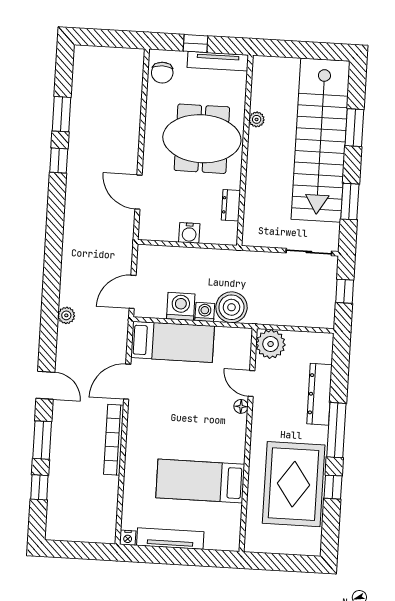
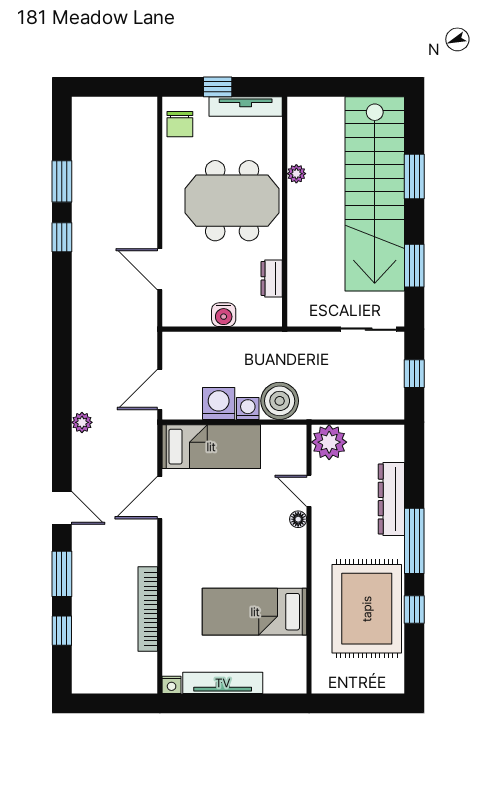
bookcase: (114, 440) -> (148, 609), moved

